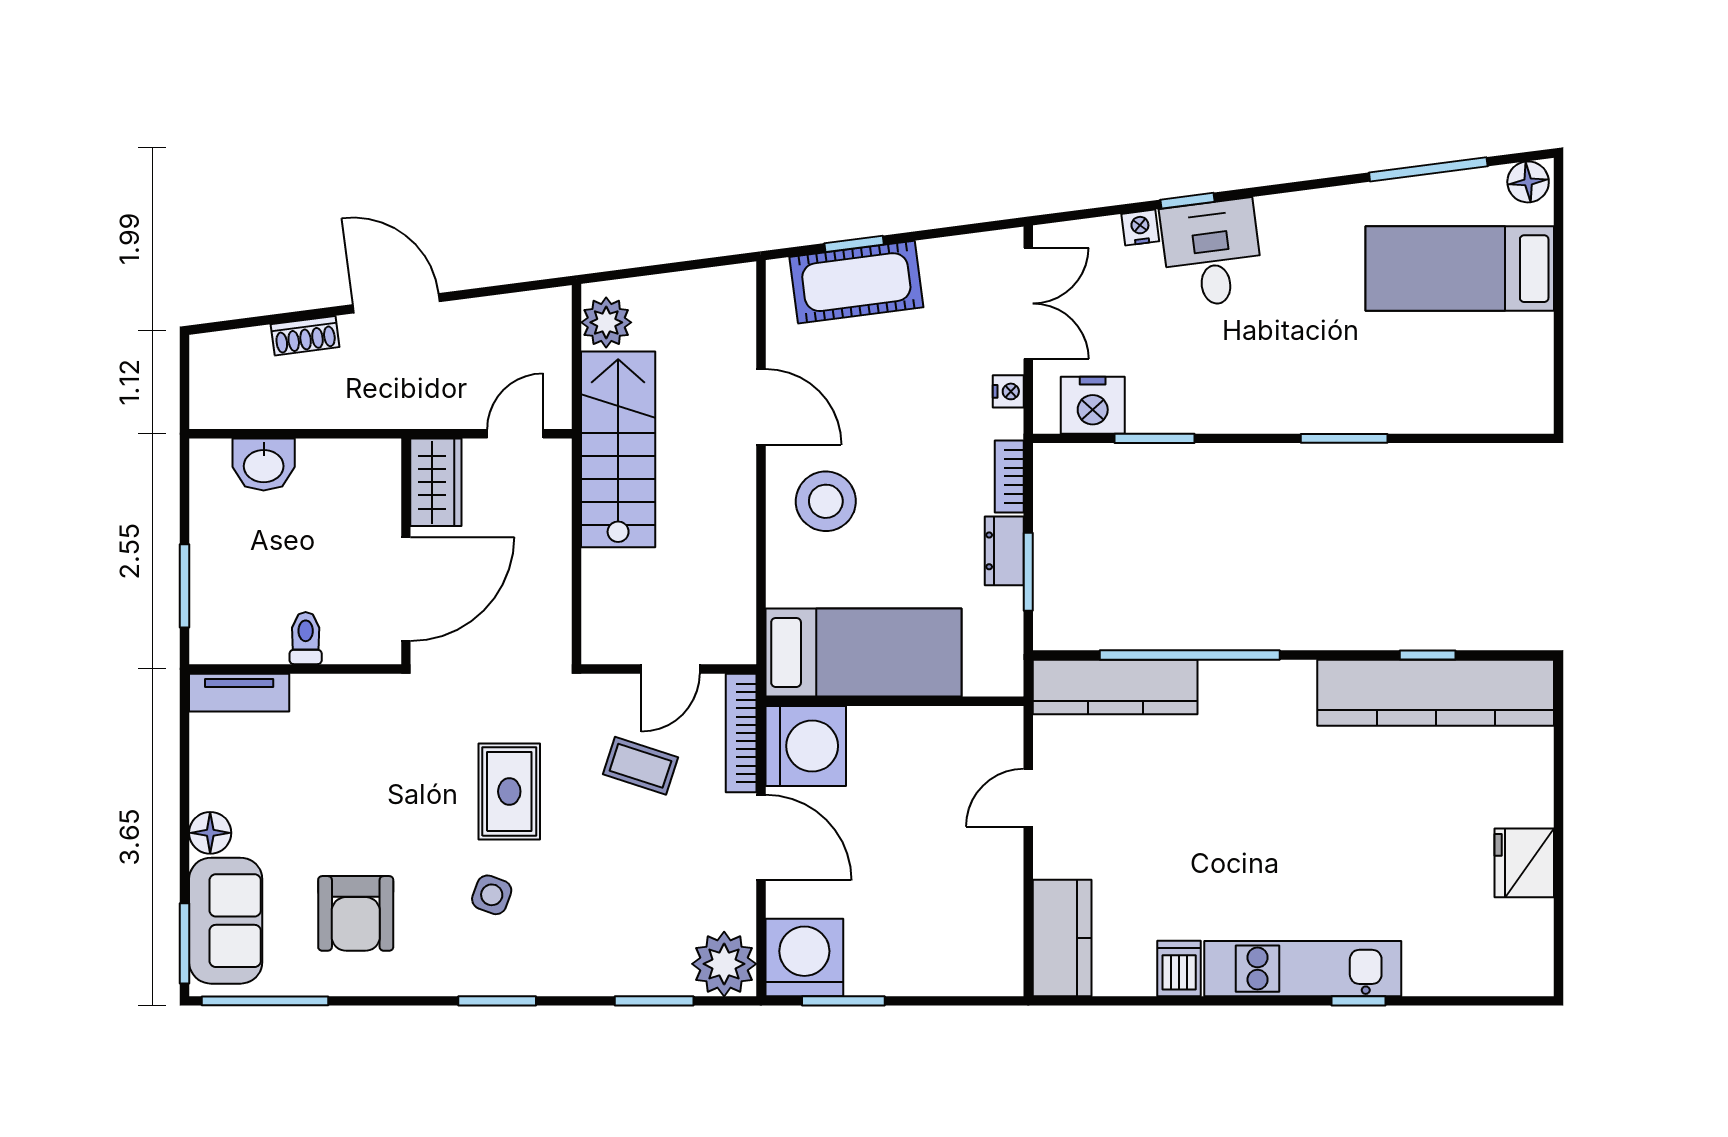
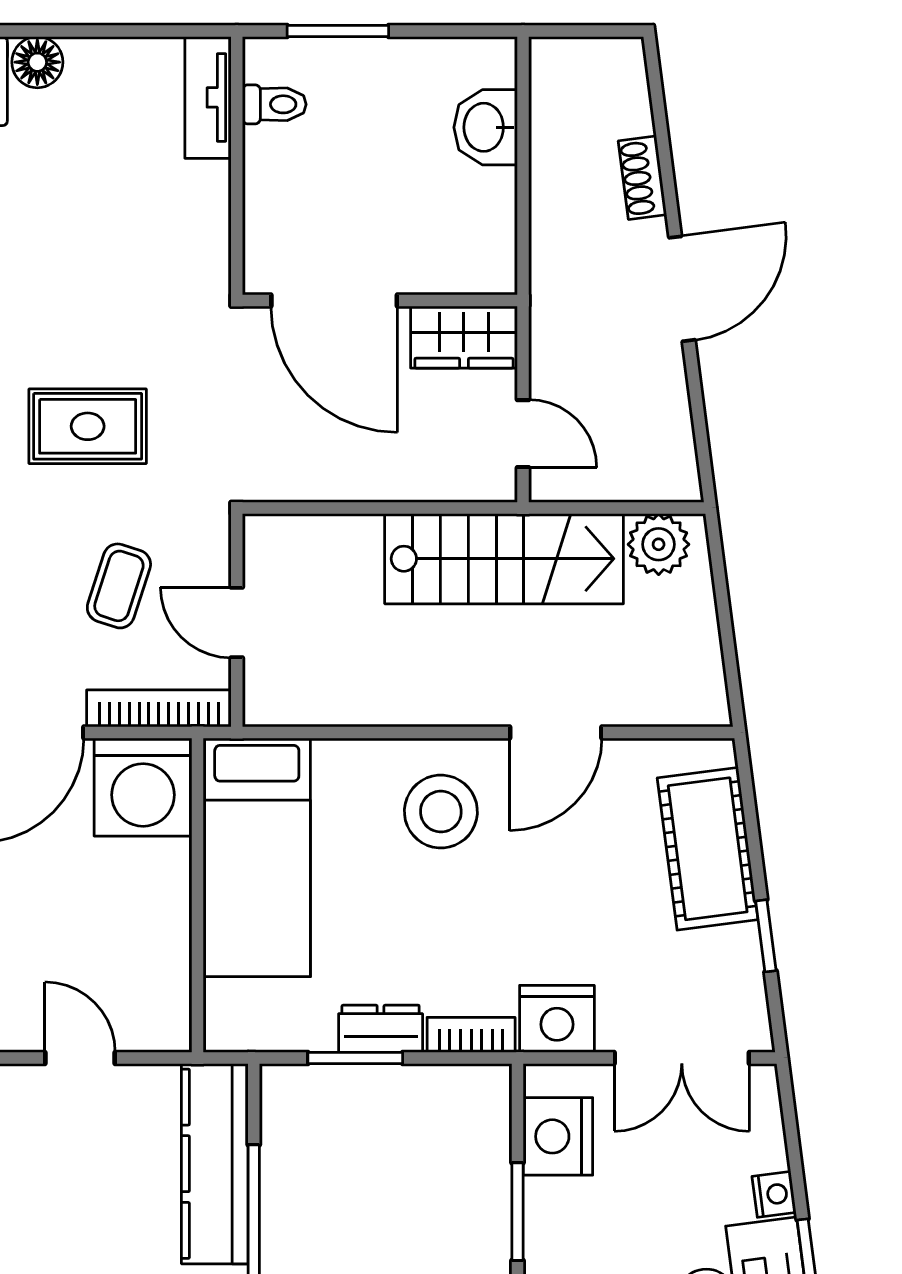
window: (854, 244) -> (766, 936), moved
nightstand: (1008, 391) -> (557, 1019), width x1.89, depth x1.79
toilet: (306, 638) -> (274, 104), moved

